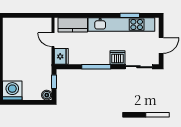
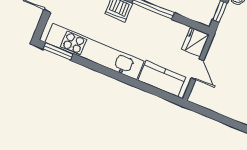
window: (130, 15) -> (58, 51), moved

